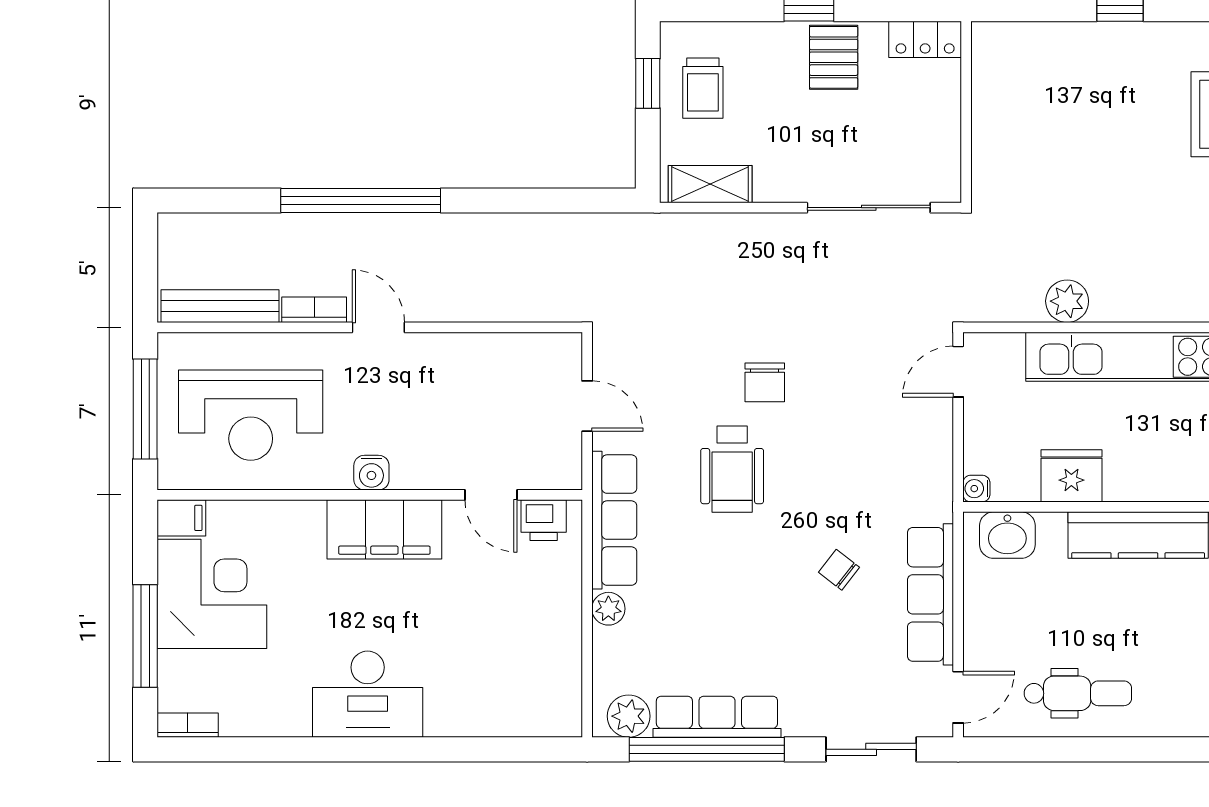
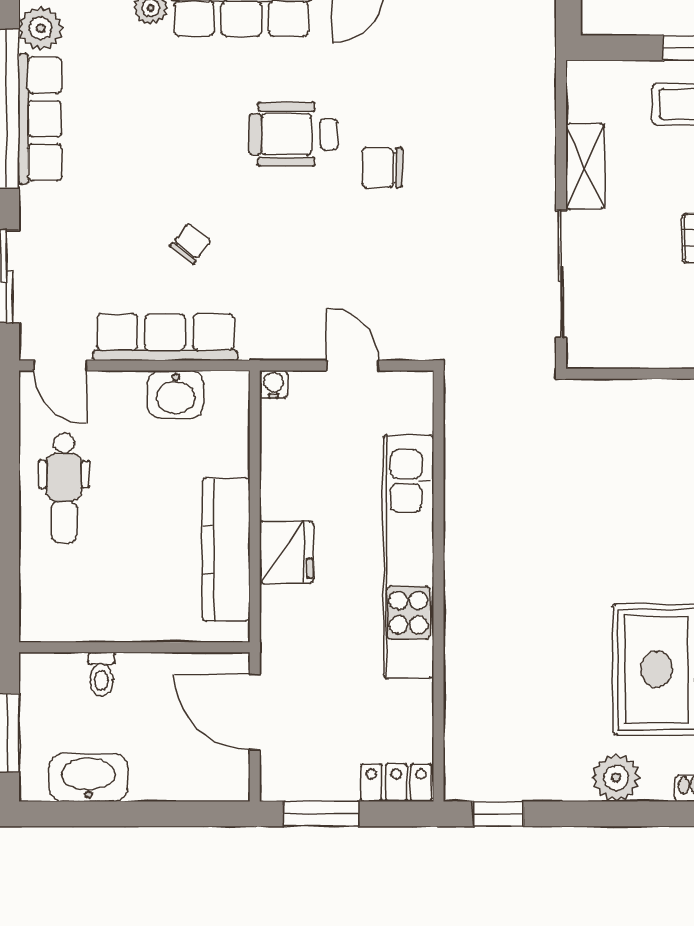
shelving: (710, 184) -> (585, 166), moved
plant: (1067, 301) -> (465, 477), removed
door: (958, 372) -> (353, 366), moved
fridge: (1071, 476) -> (287, 552), moved
washbasin: (1007, 535) -> (176, 394), moved, turned -90

